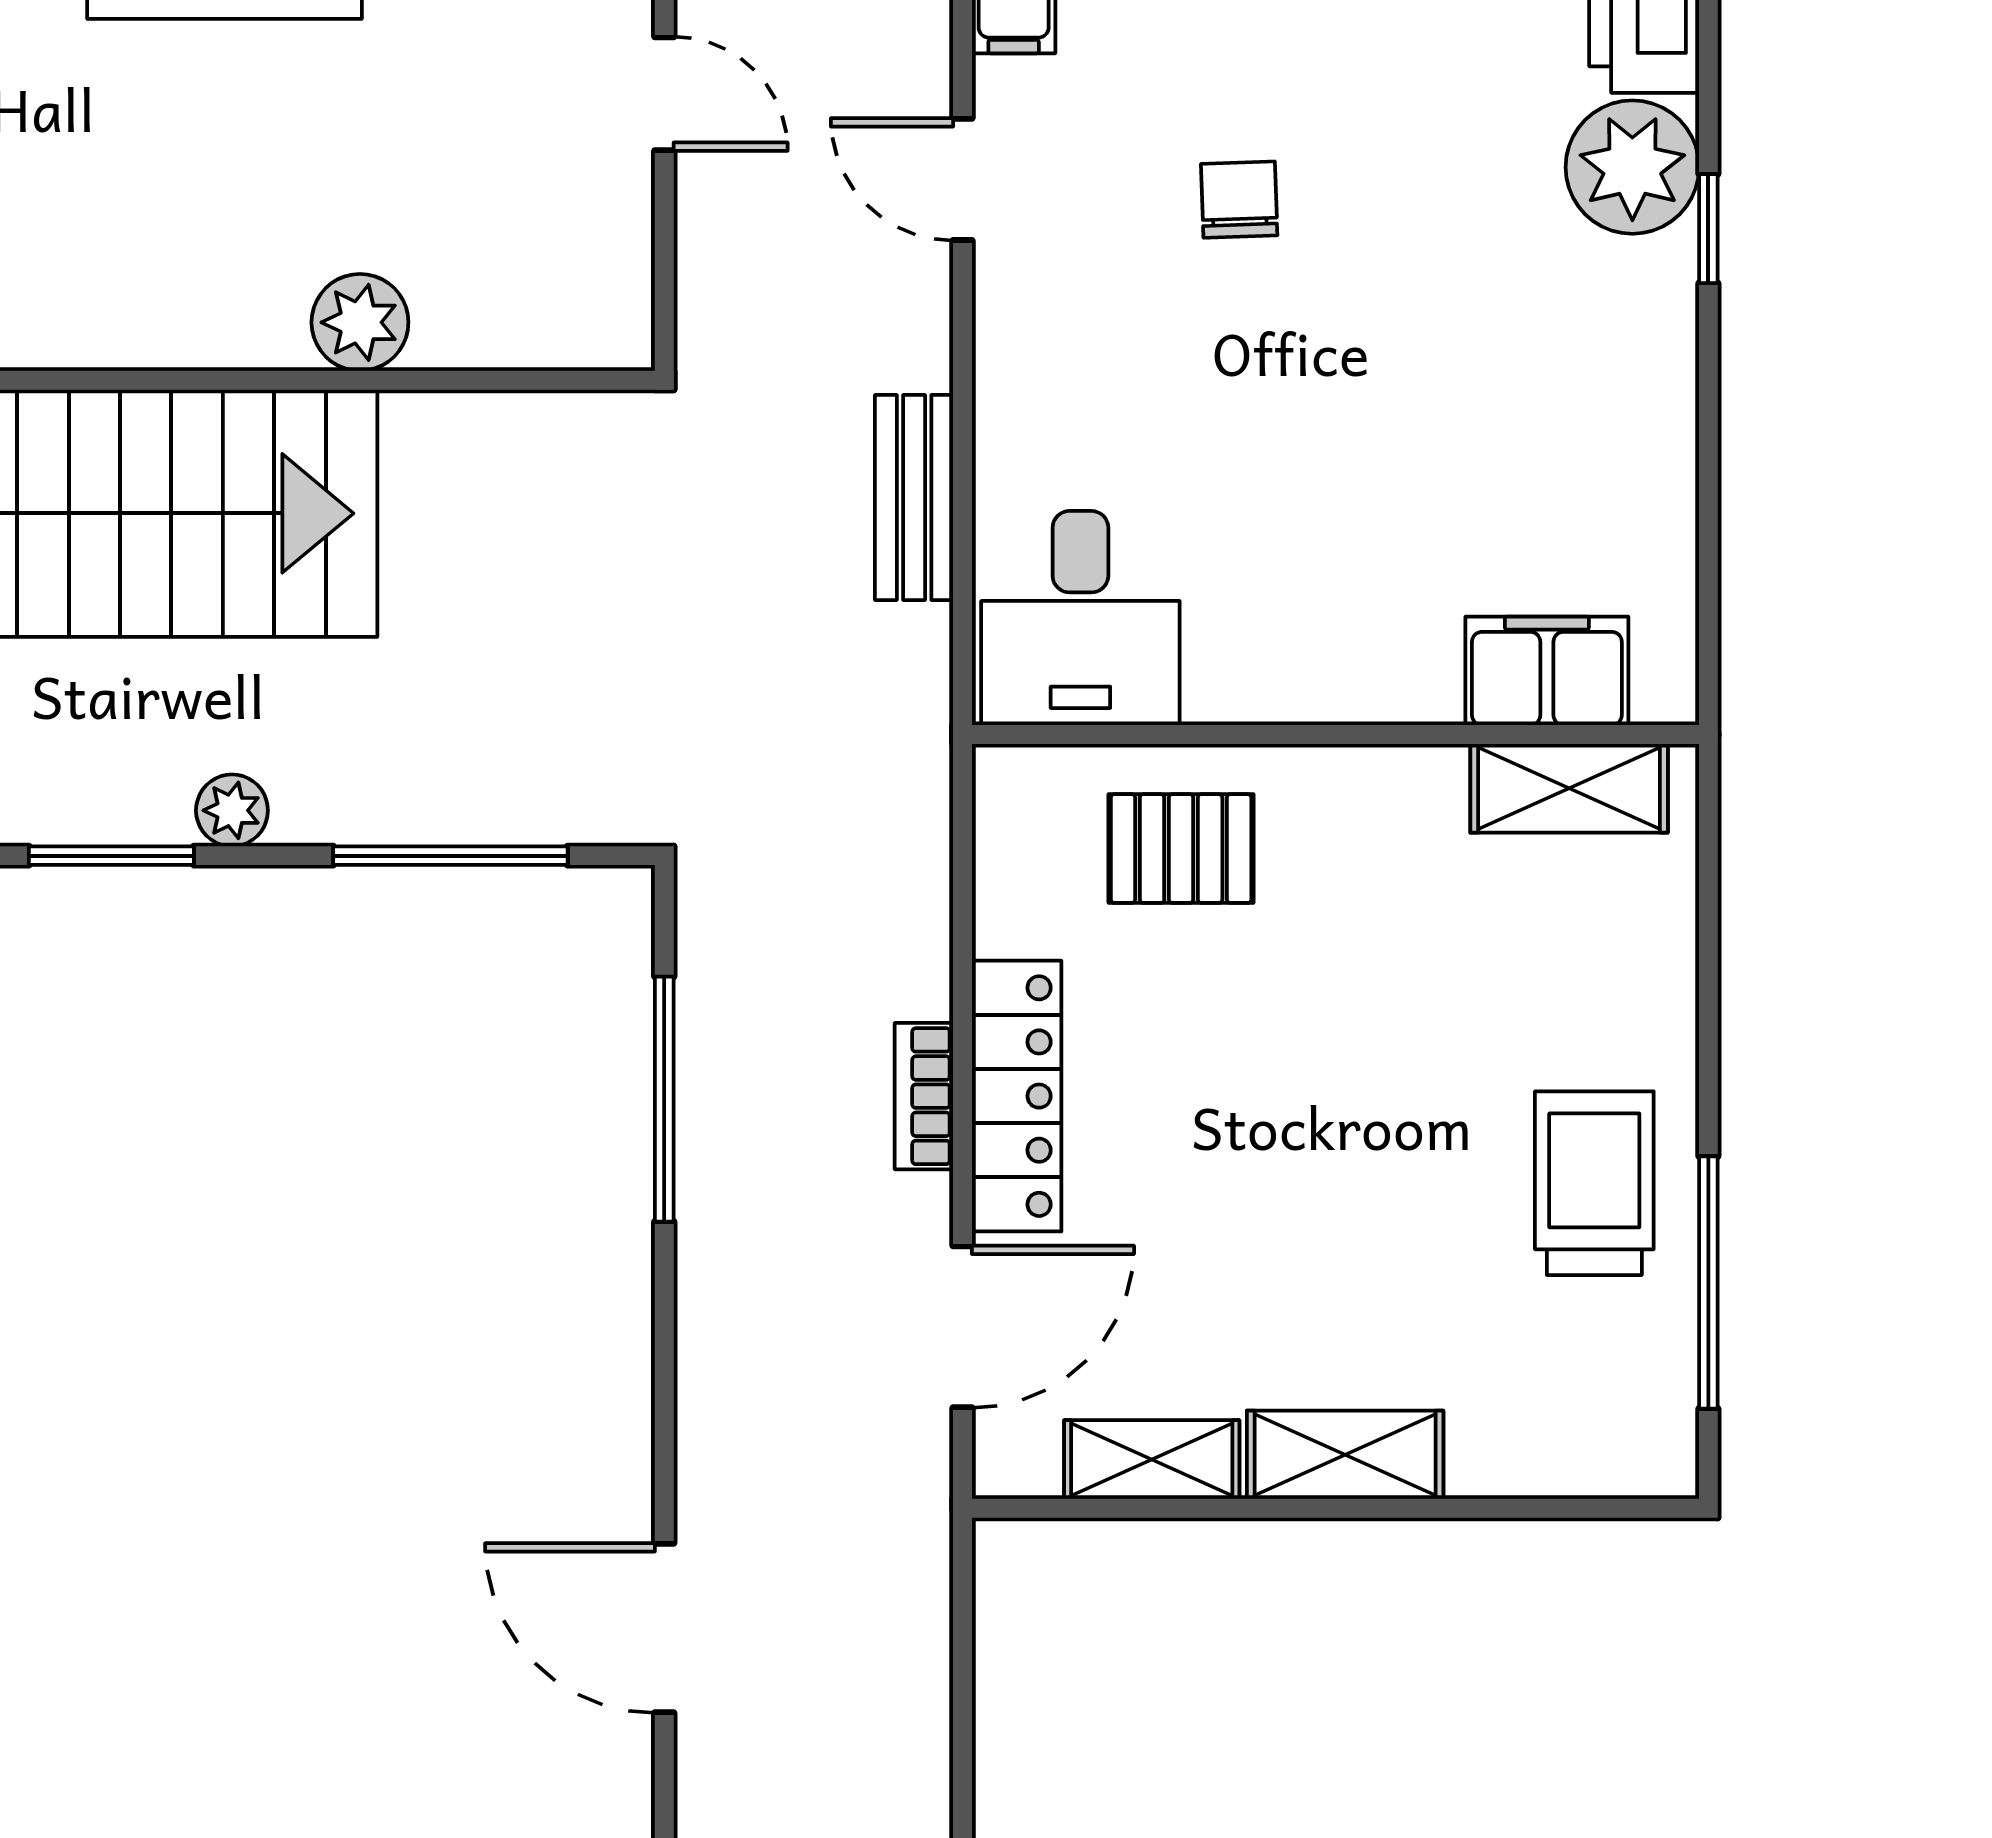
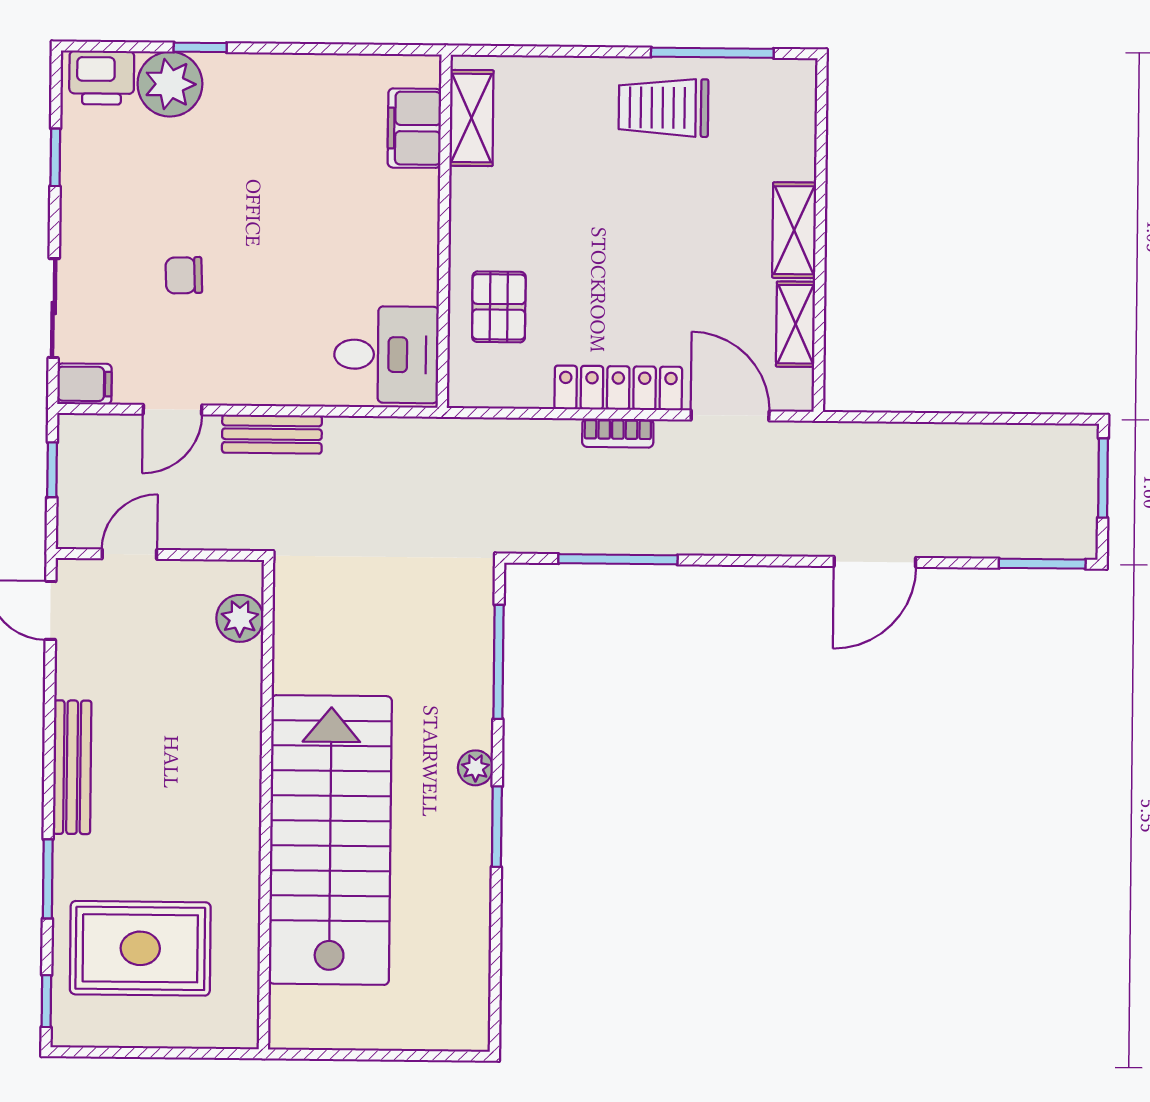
plant: (360, 322) -> (240, 618), moved
bench: (914, 497) -> (272, 434), moved

